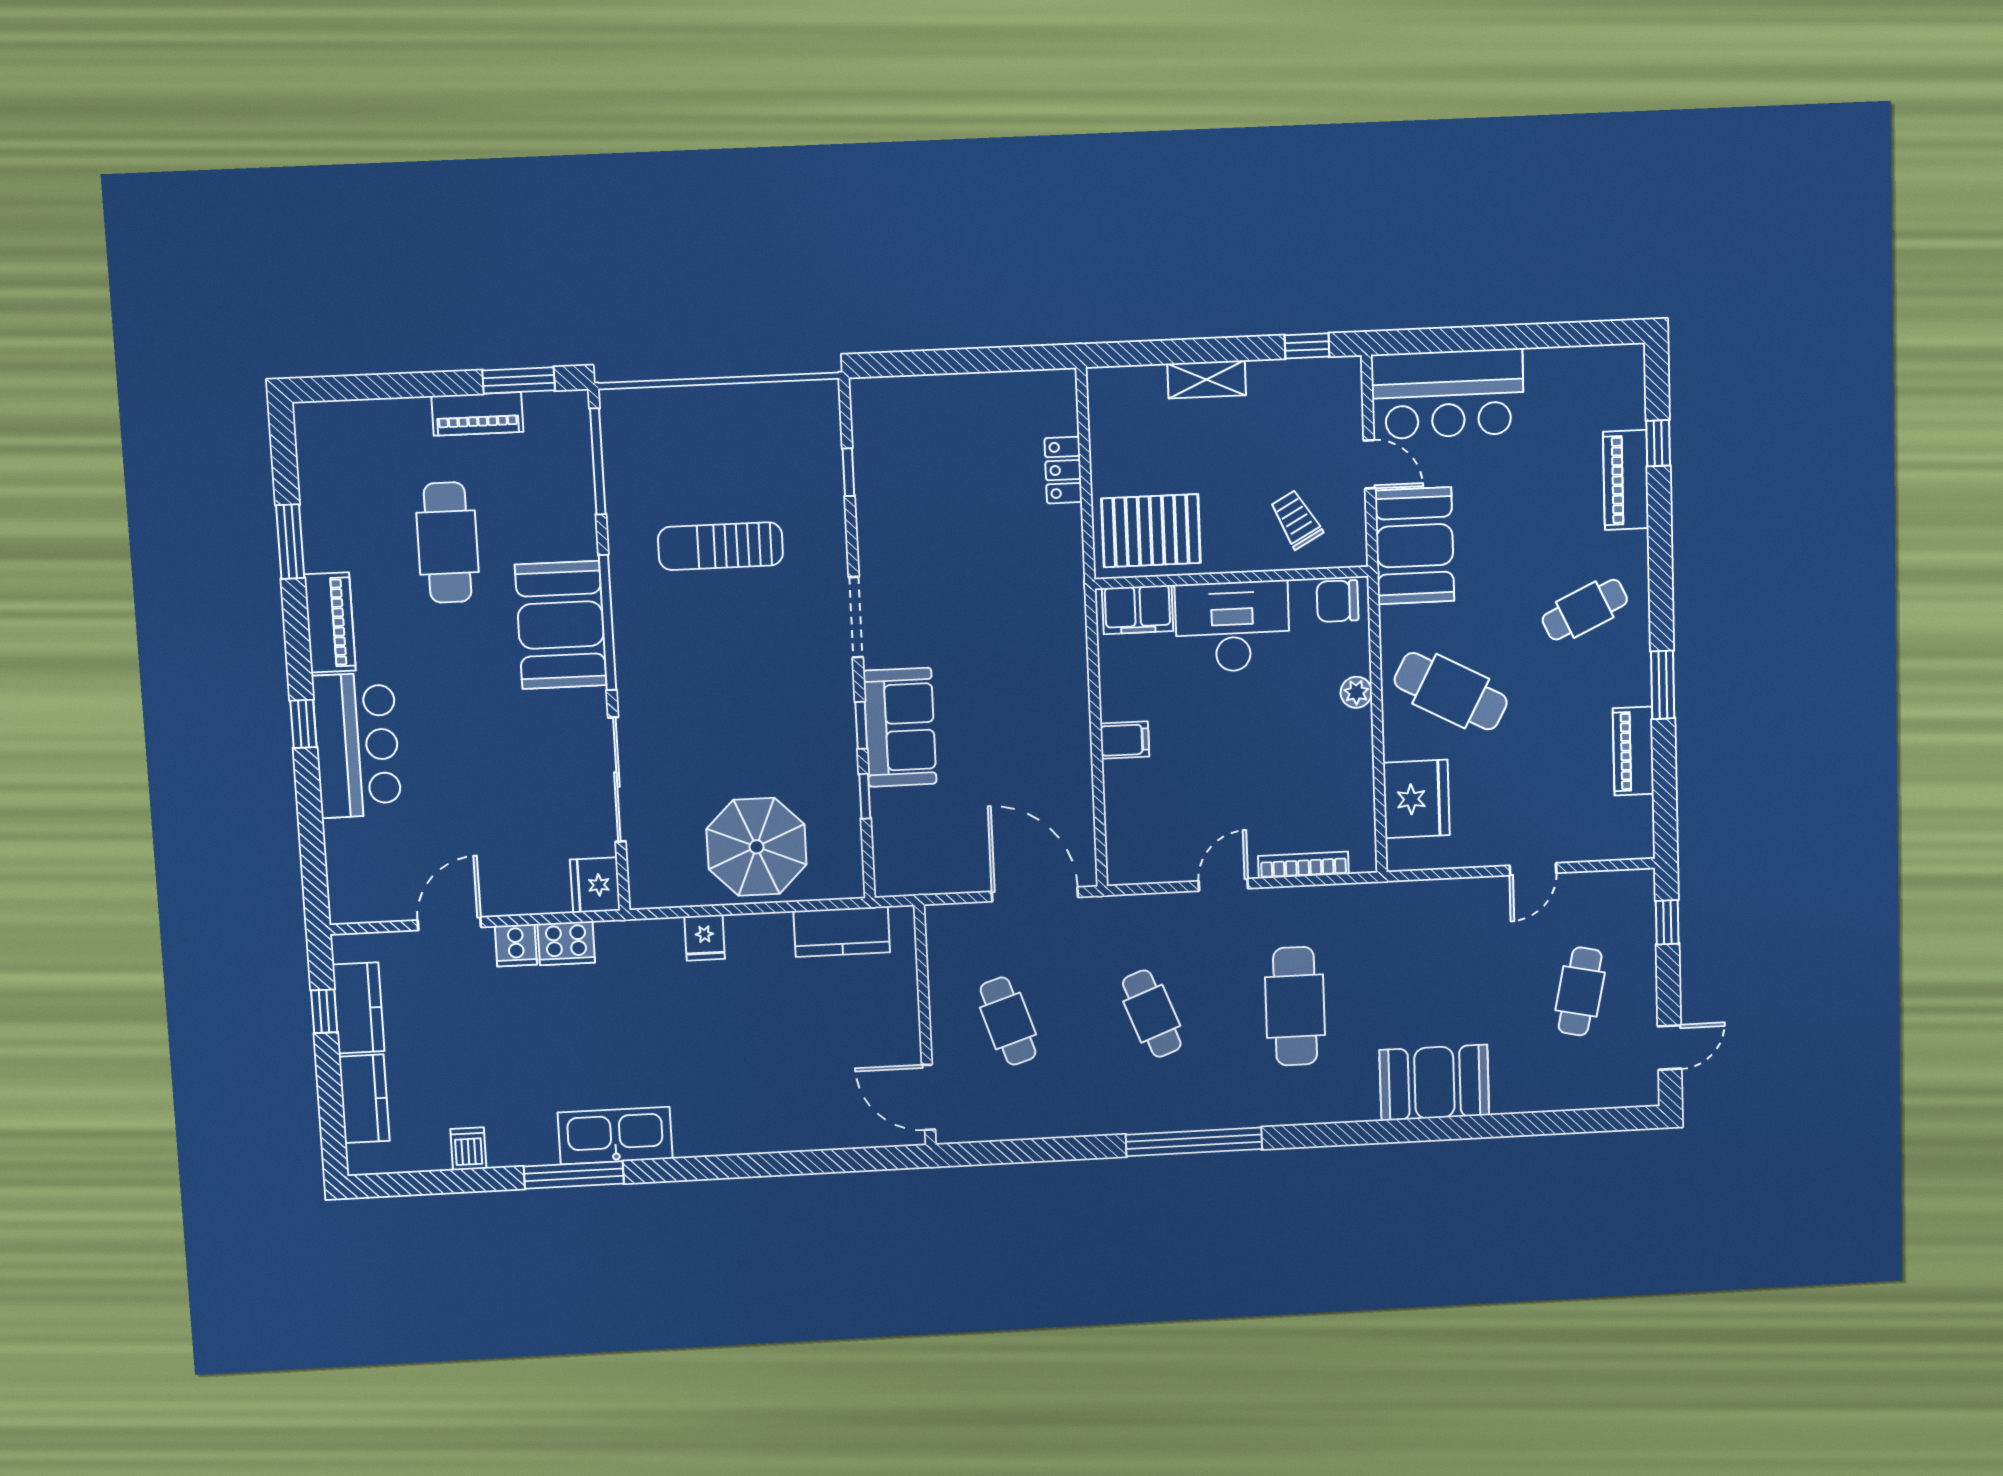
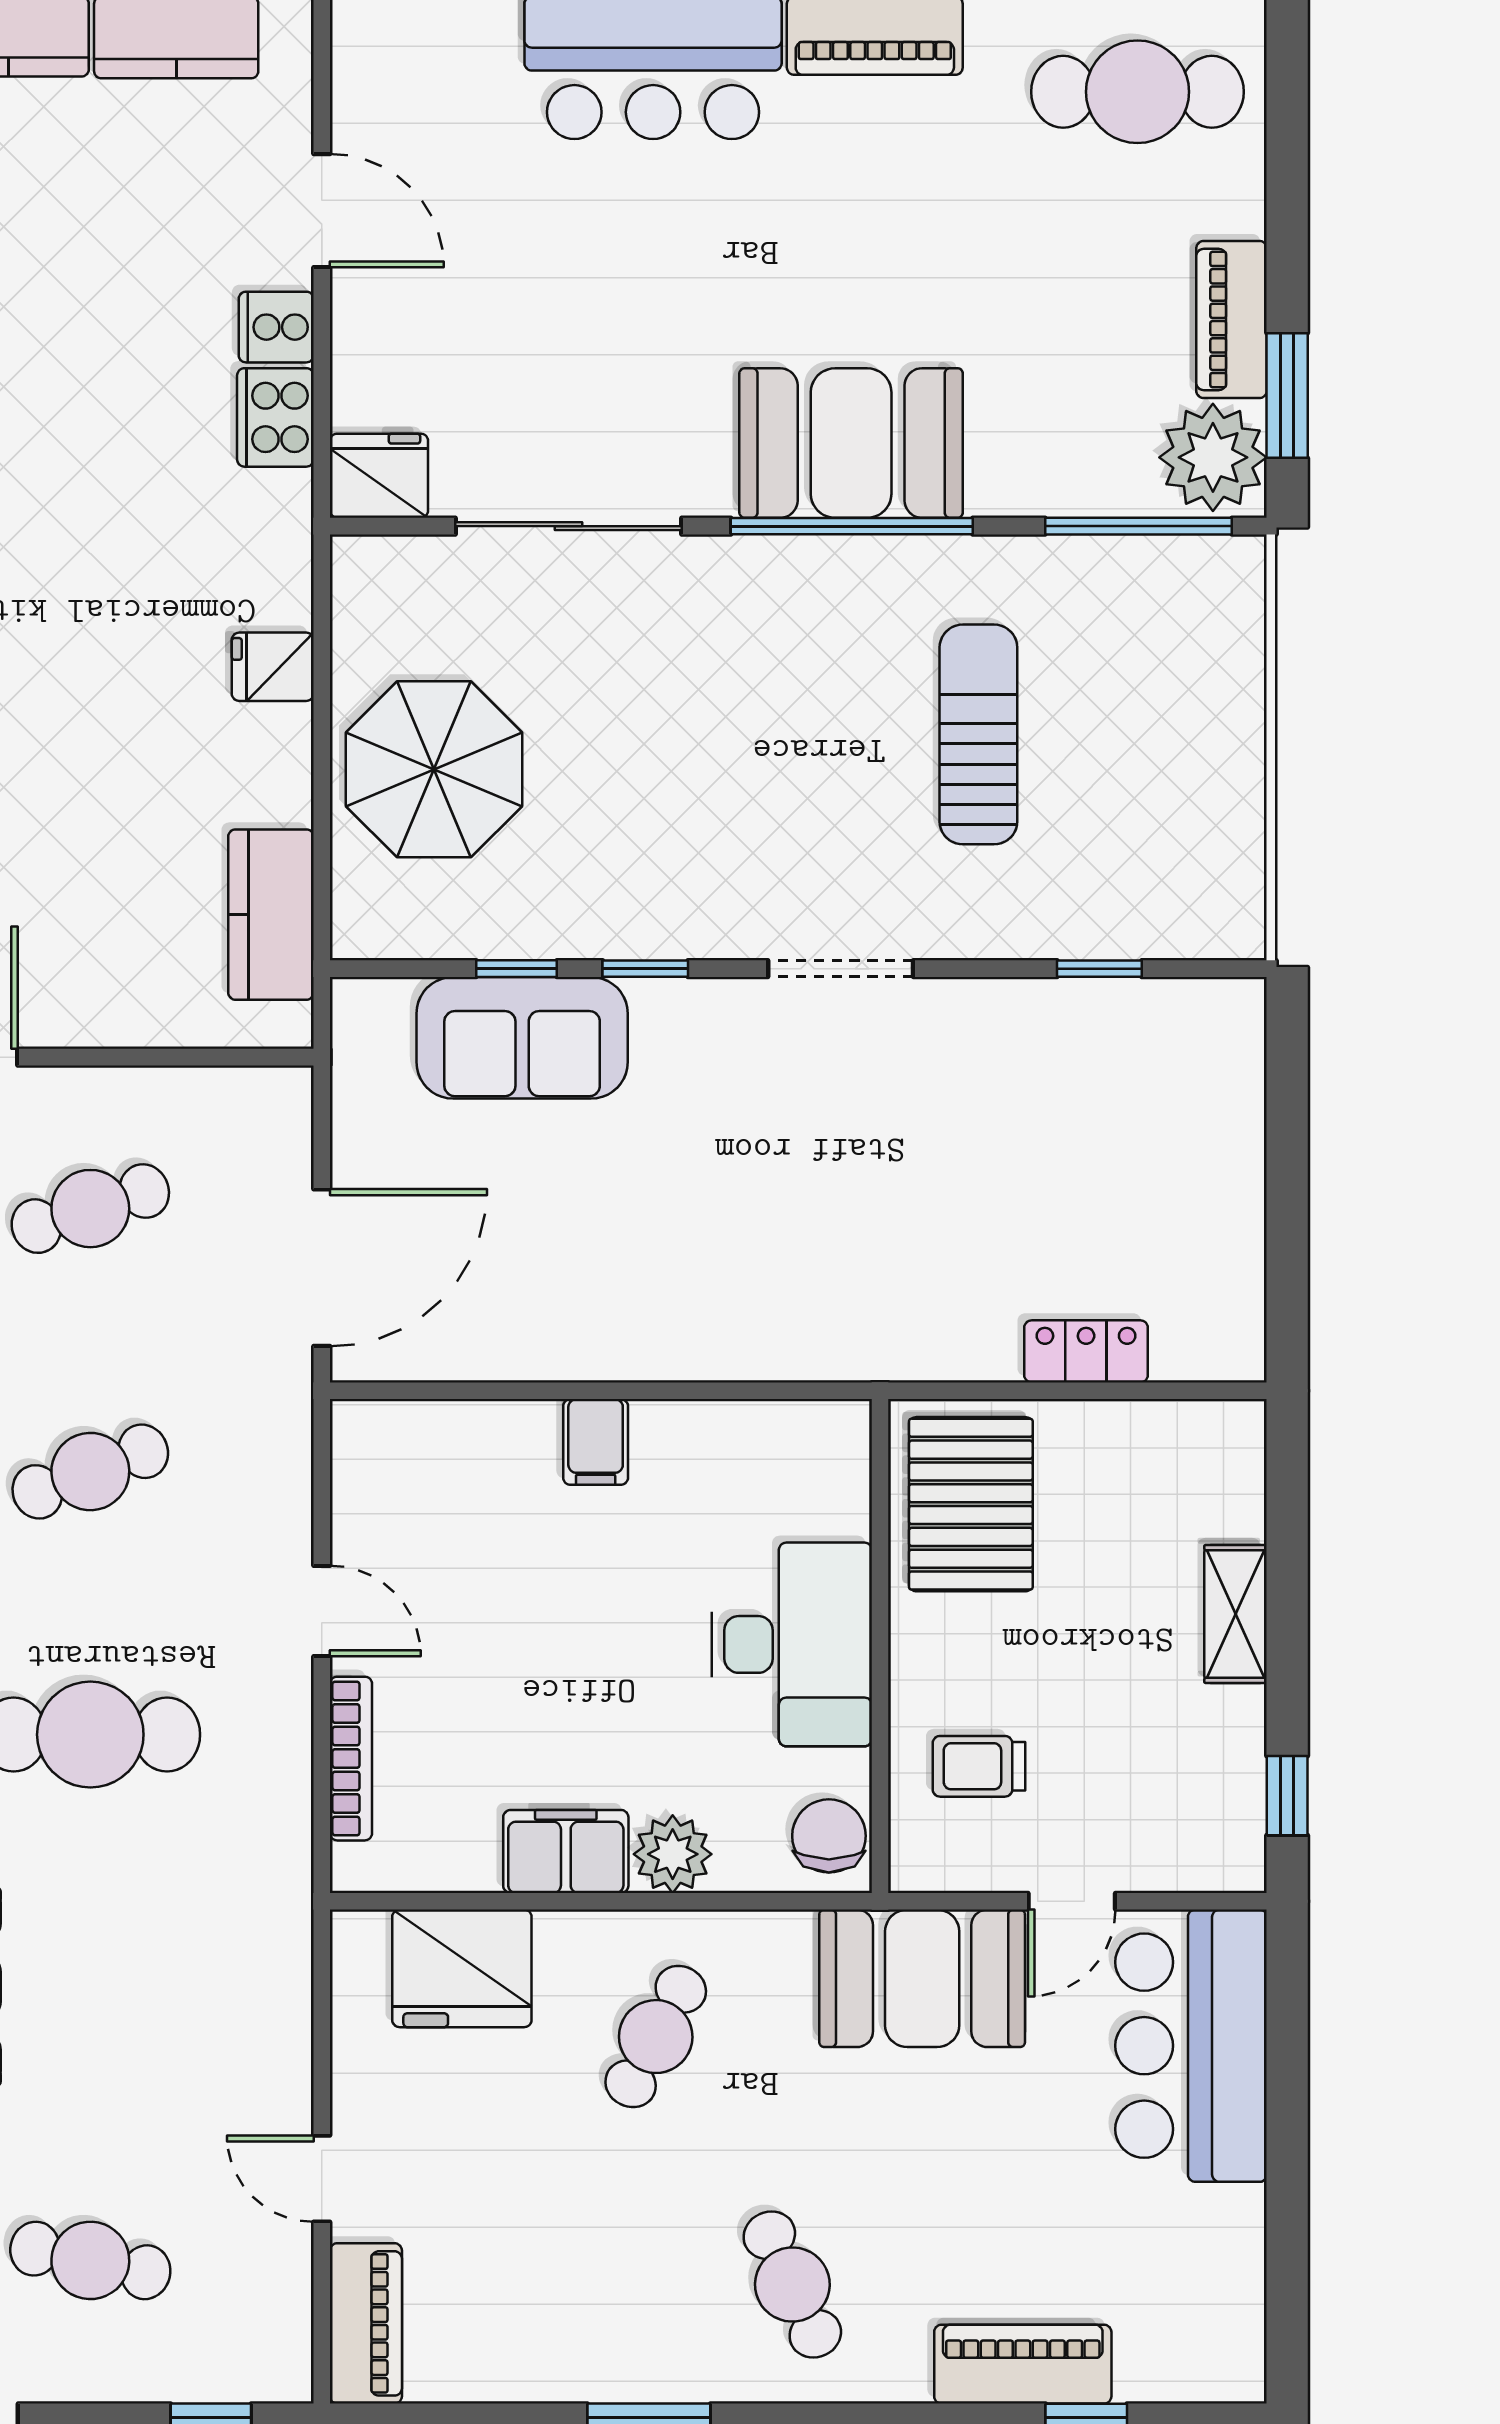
plant: (556, 421) -> (1213, 457), added
trolley: (1296, 520) -> (979, 1766), turned -151
cafe table: (448, 543) -> (1137, 92), moved
filing cabinet: (1138, 610) -> (566, 1851), moved, turned 90
cafe table: (1451, 691) -> (656, 2037), width x0.73, depth x0.74
plant: (1356, 692) -> (673, 1854), width x1.38, depth x1.38
sofa: (900, 727) -> (522, 1038), moved
piano: (1633, 751) -> (366, 2323), moved, turned 90

